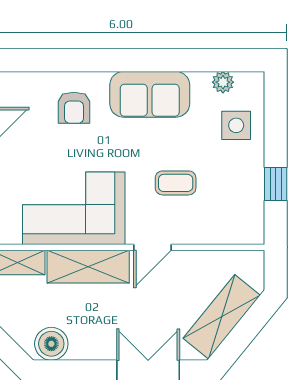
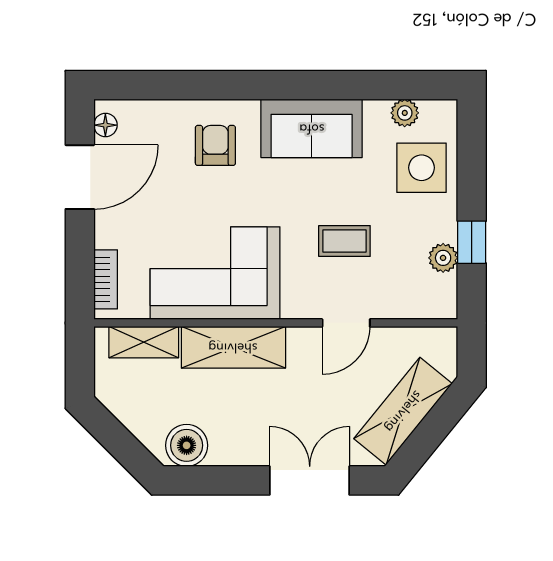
armchair: (74, 108) -> (215, 145), turned 180
side table: (236, 125) -> (422, 168), width x1.37, depth x1.37
plant: (253, 196) -> (443, 258), added
door: (152, 247) -> (346, 323), moved

